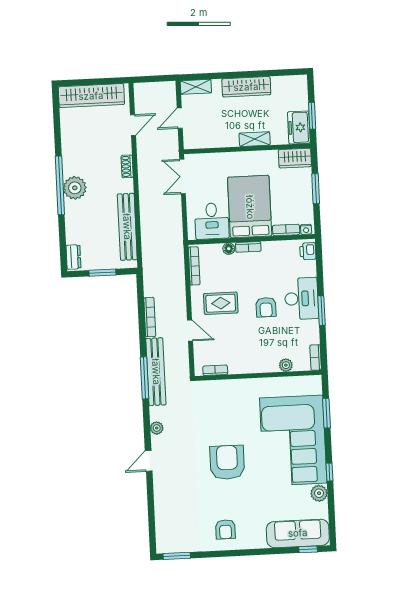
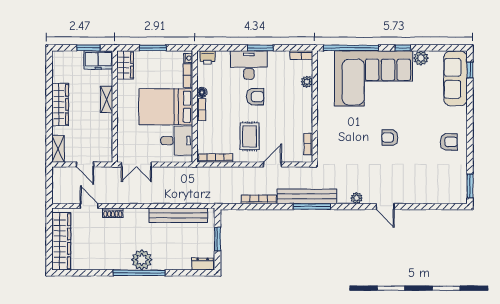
shoe rack: (127, 166) -> (113, 213), moved
floor lamp: (229, 249) -> (202, 92), moved
window: (327, 413) -> (351, 48), width x2.11
armchair: (227, 462) -> (390, 138), width x0.53, depth x0.53

